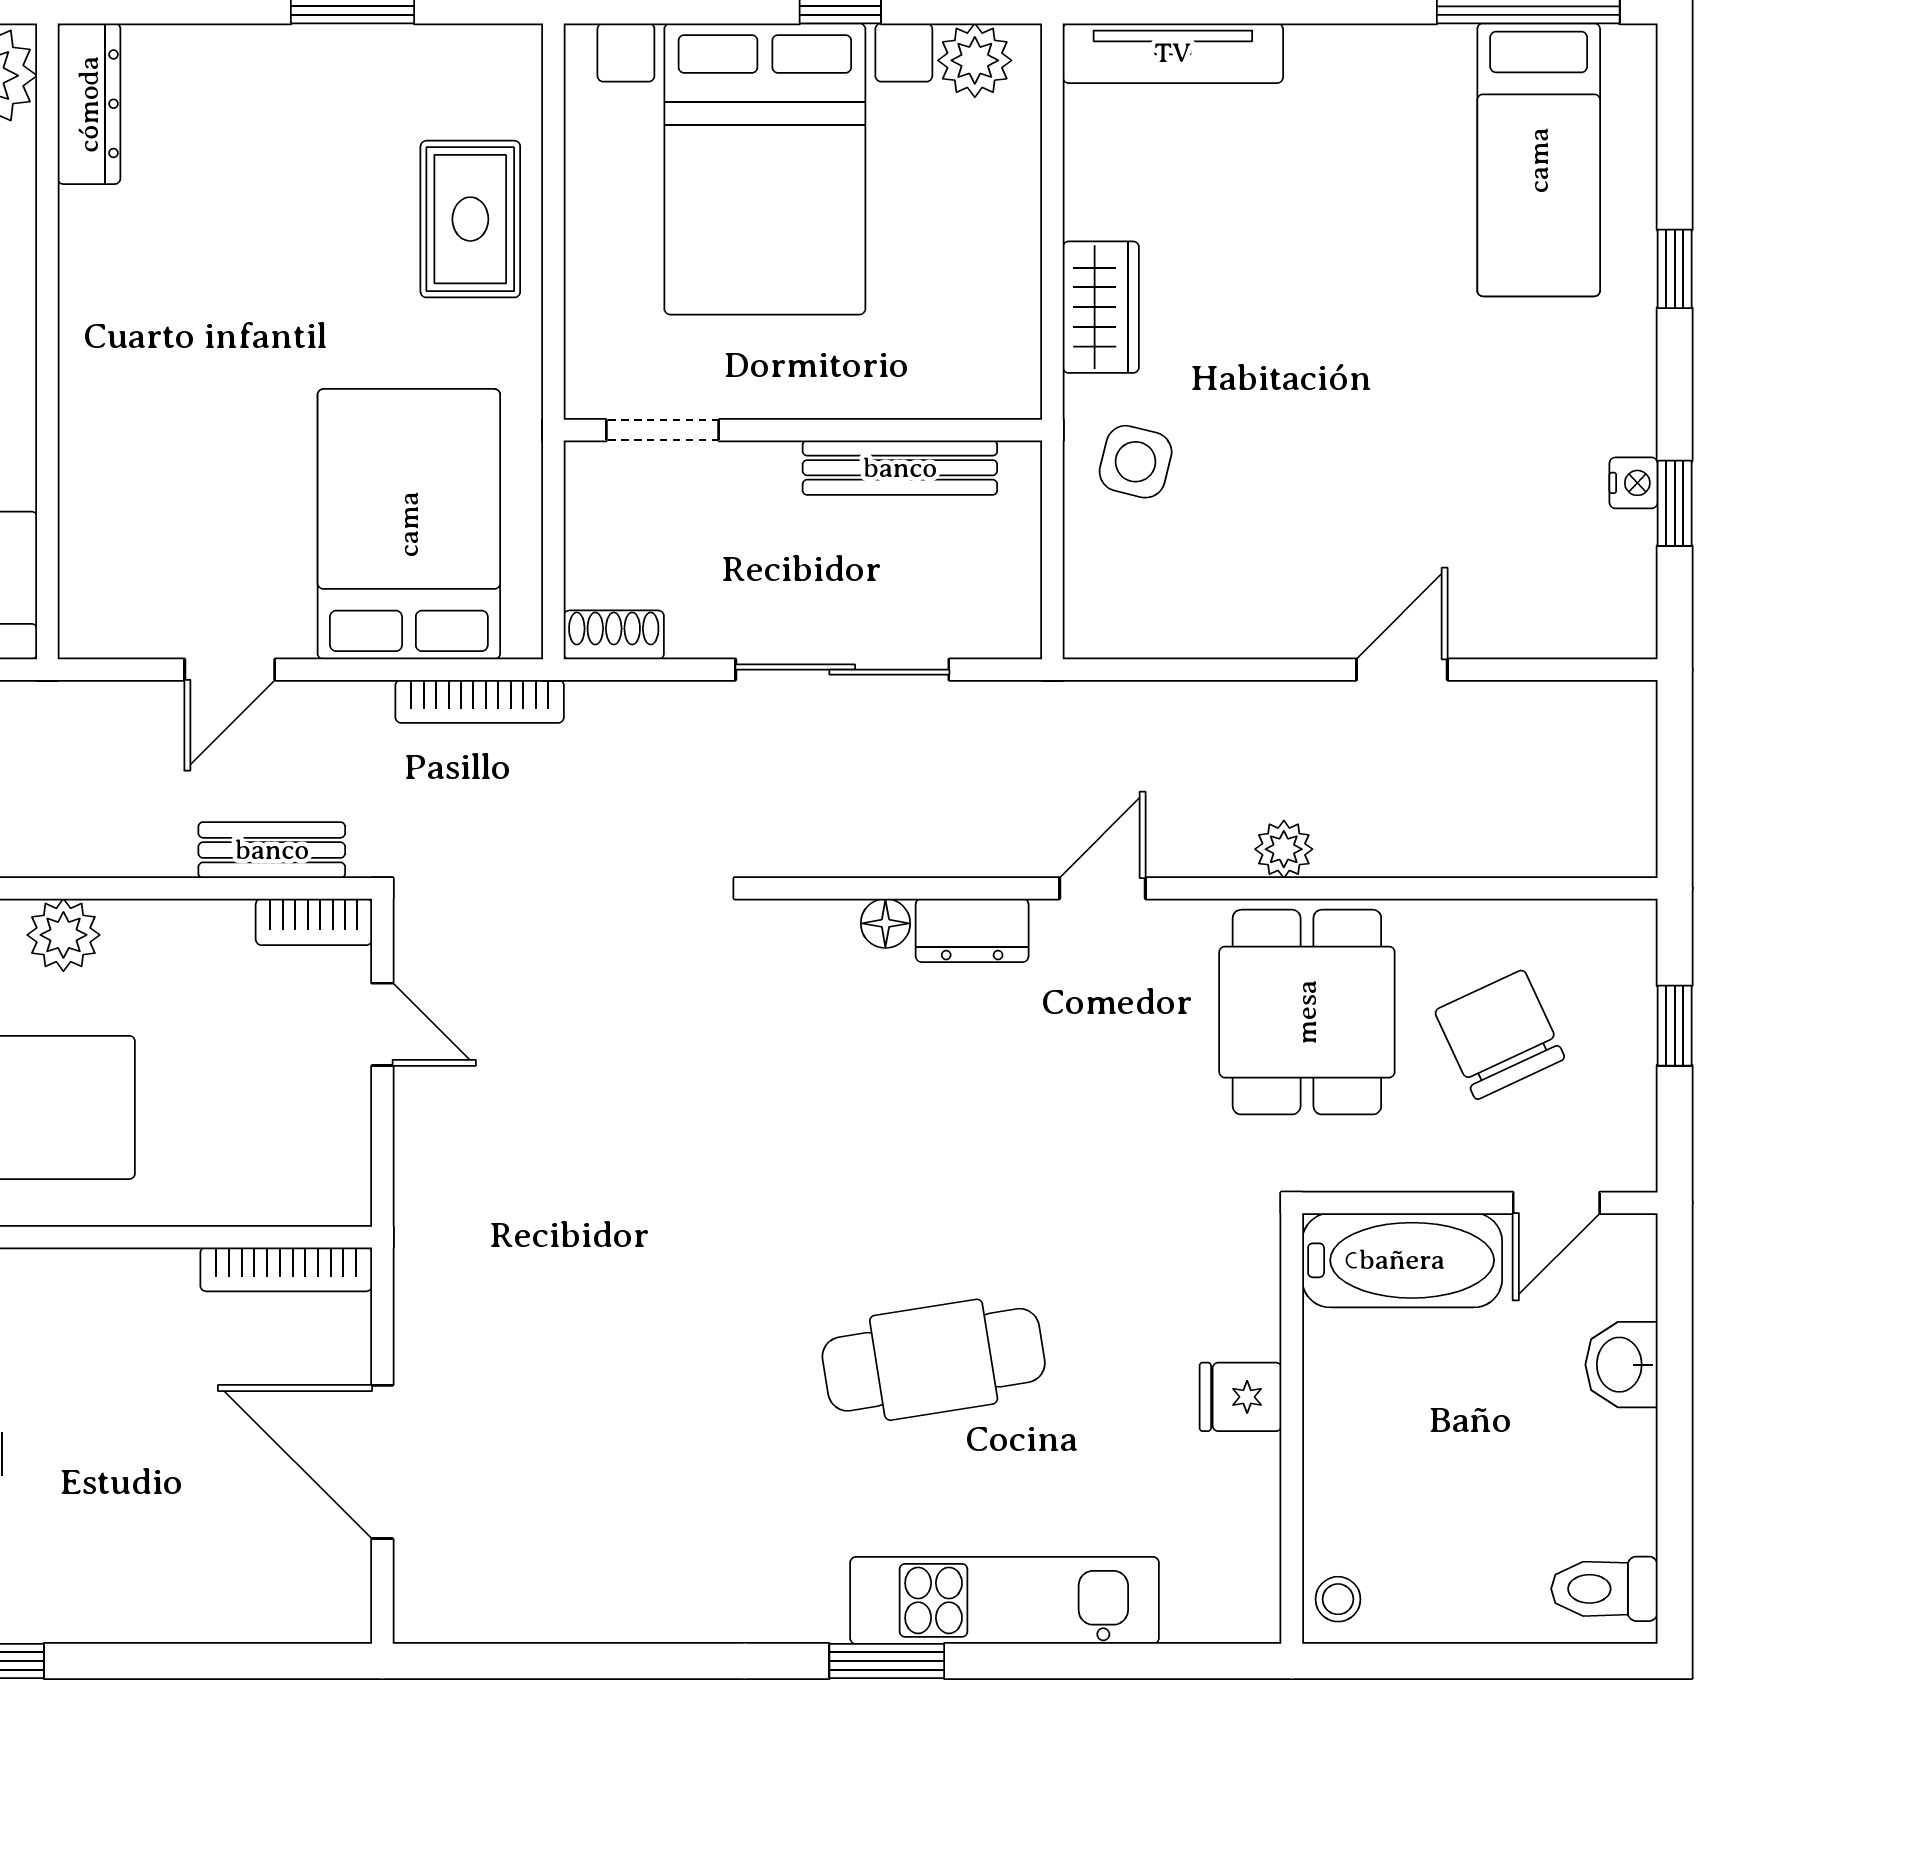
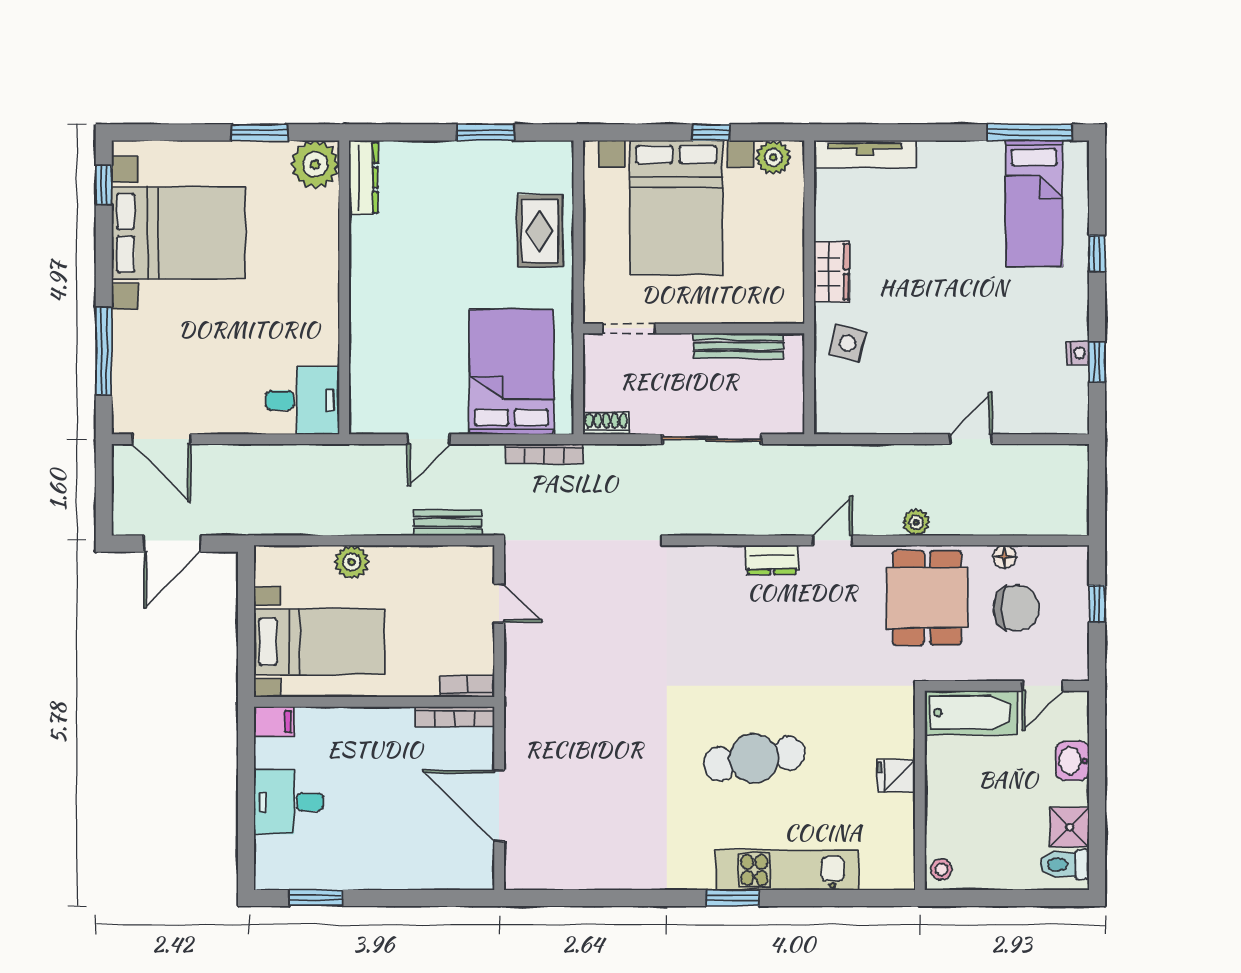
bookcase: (314, 922) -> (467, 686), moved, turned 180
floor lamp: (885, 923) -> (1005, 557), moved
chair: (1500, 1035) -> (1016, 608), turned 115
shower: (1615, 1509) -> (1069, 827), added

